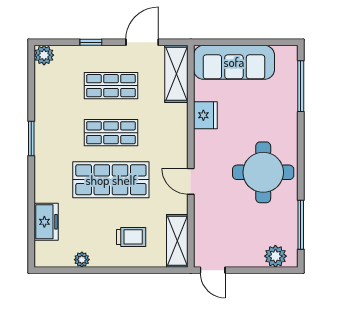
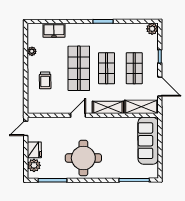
fridge: (205, 115) -> (34, 150), moved, turned -90
shelving: (177, 241) -> (108, 107), moved

